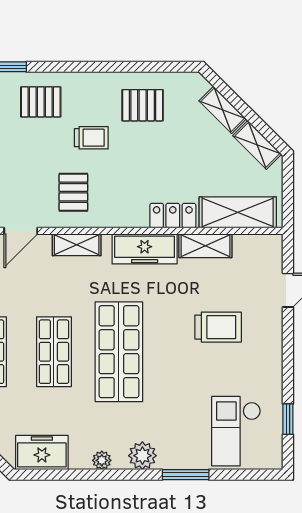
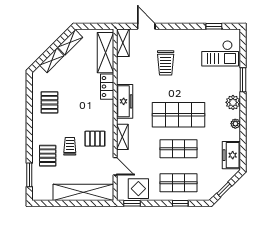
trolley: (91, 138) -> (70, 146), moved
shelving: (205, 246) -> (123, 43), moved
trolley: (218, 327) -> (166, 63), turned 180

